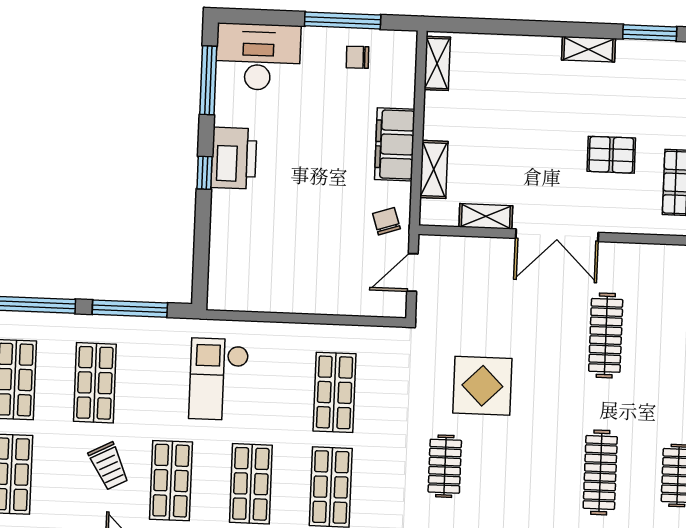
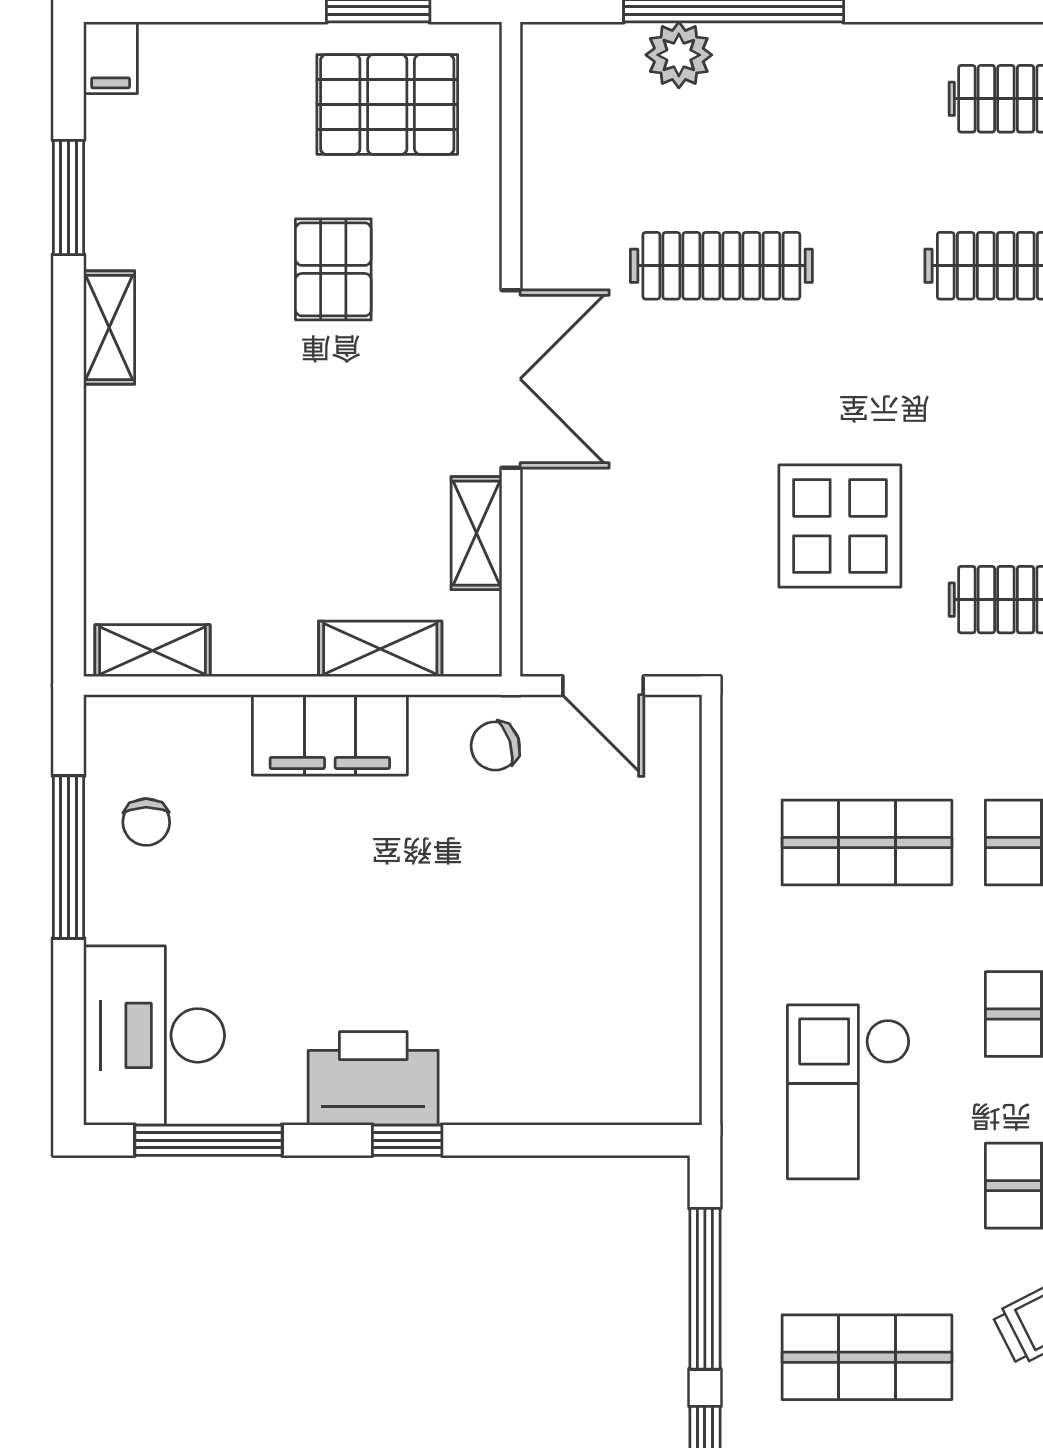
checkout: (219, 379) -> (849, 1092), turned 90

